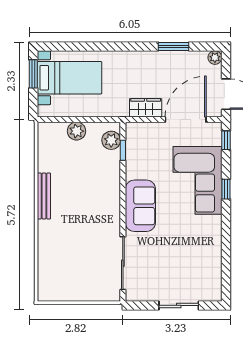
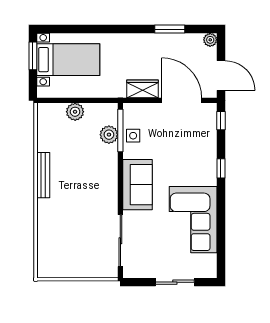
door: (186, 120) -> (182, 100), hinge flipped
plant: (111, 140) -> (109, 135), moved
window: (123, 150) -> (120, 130), width x2.17
side table: (136, 156) -> (133, 136), added
corner sofa: (197, 180) -> (193, 220), moved

